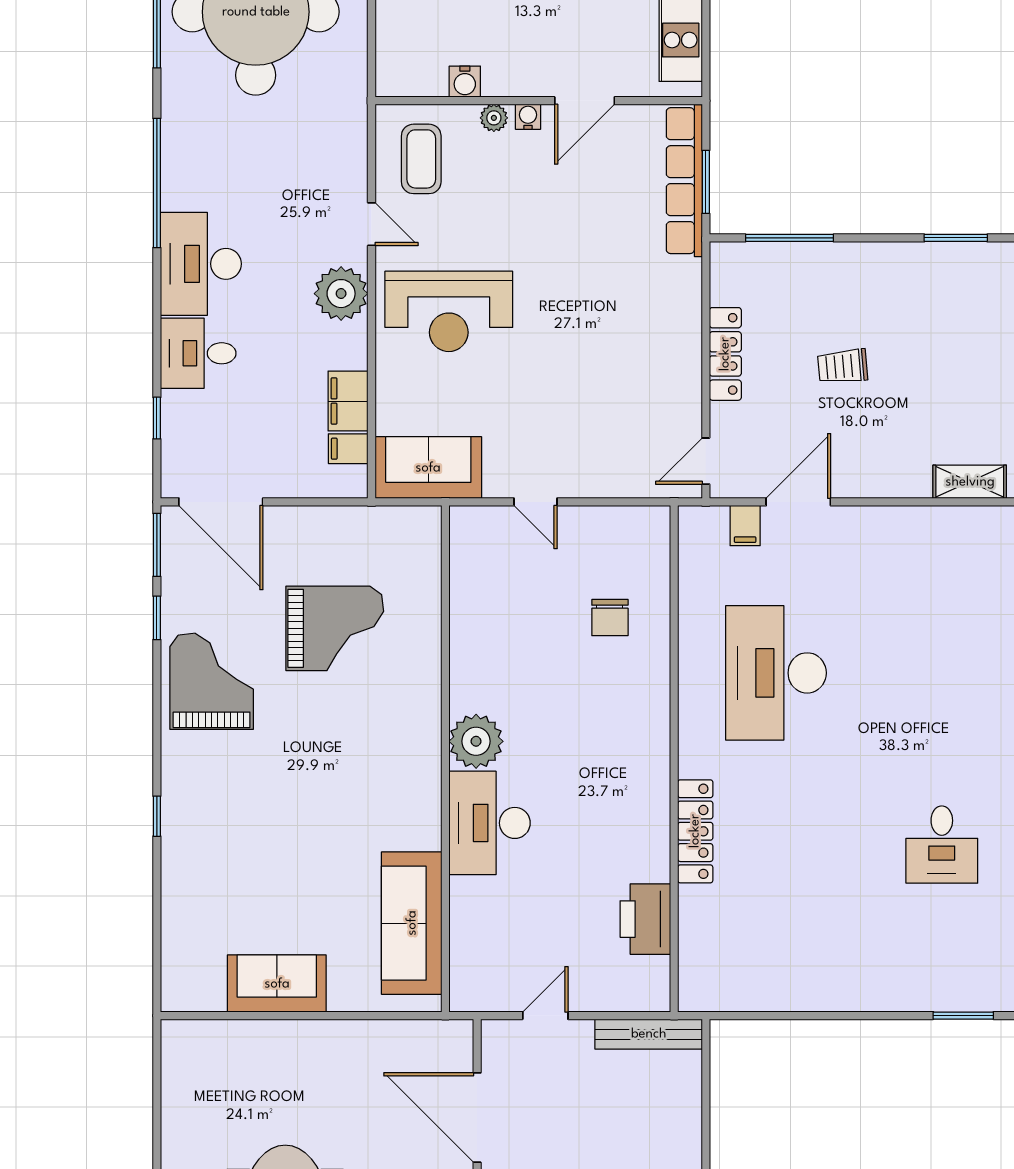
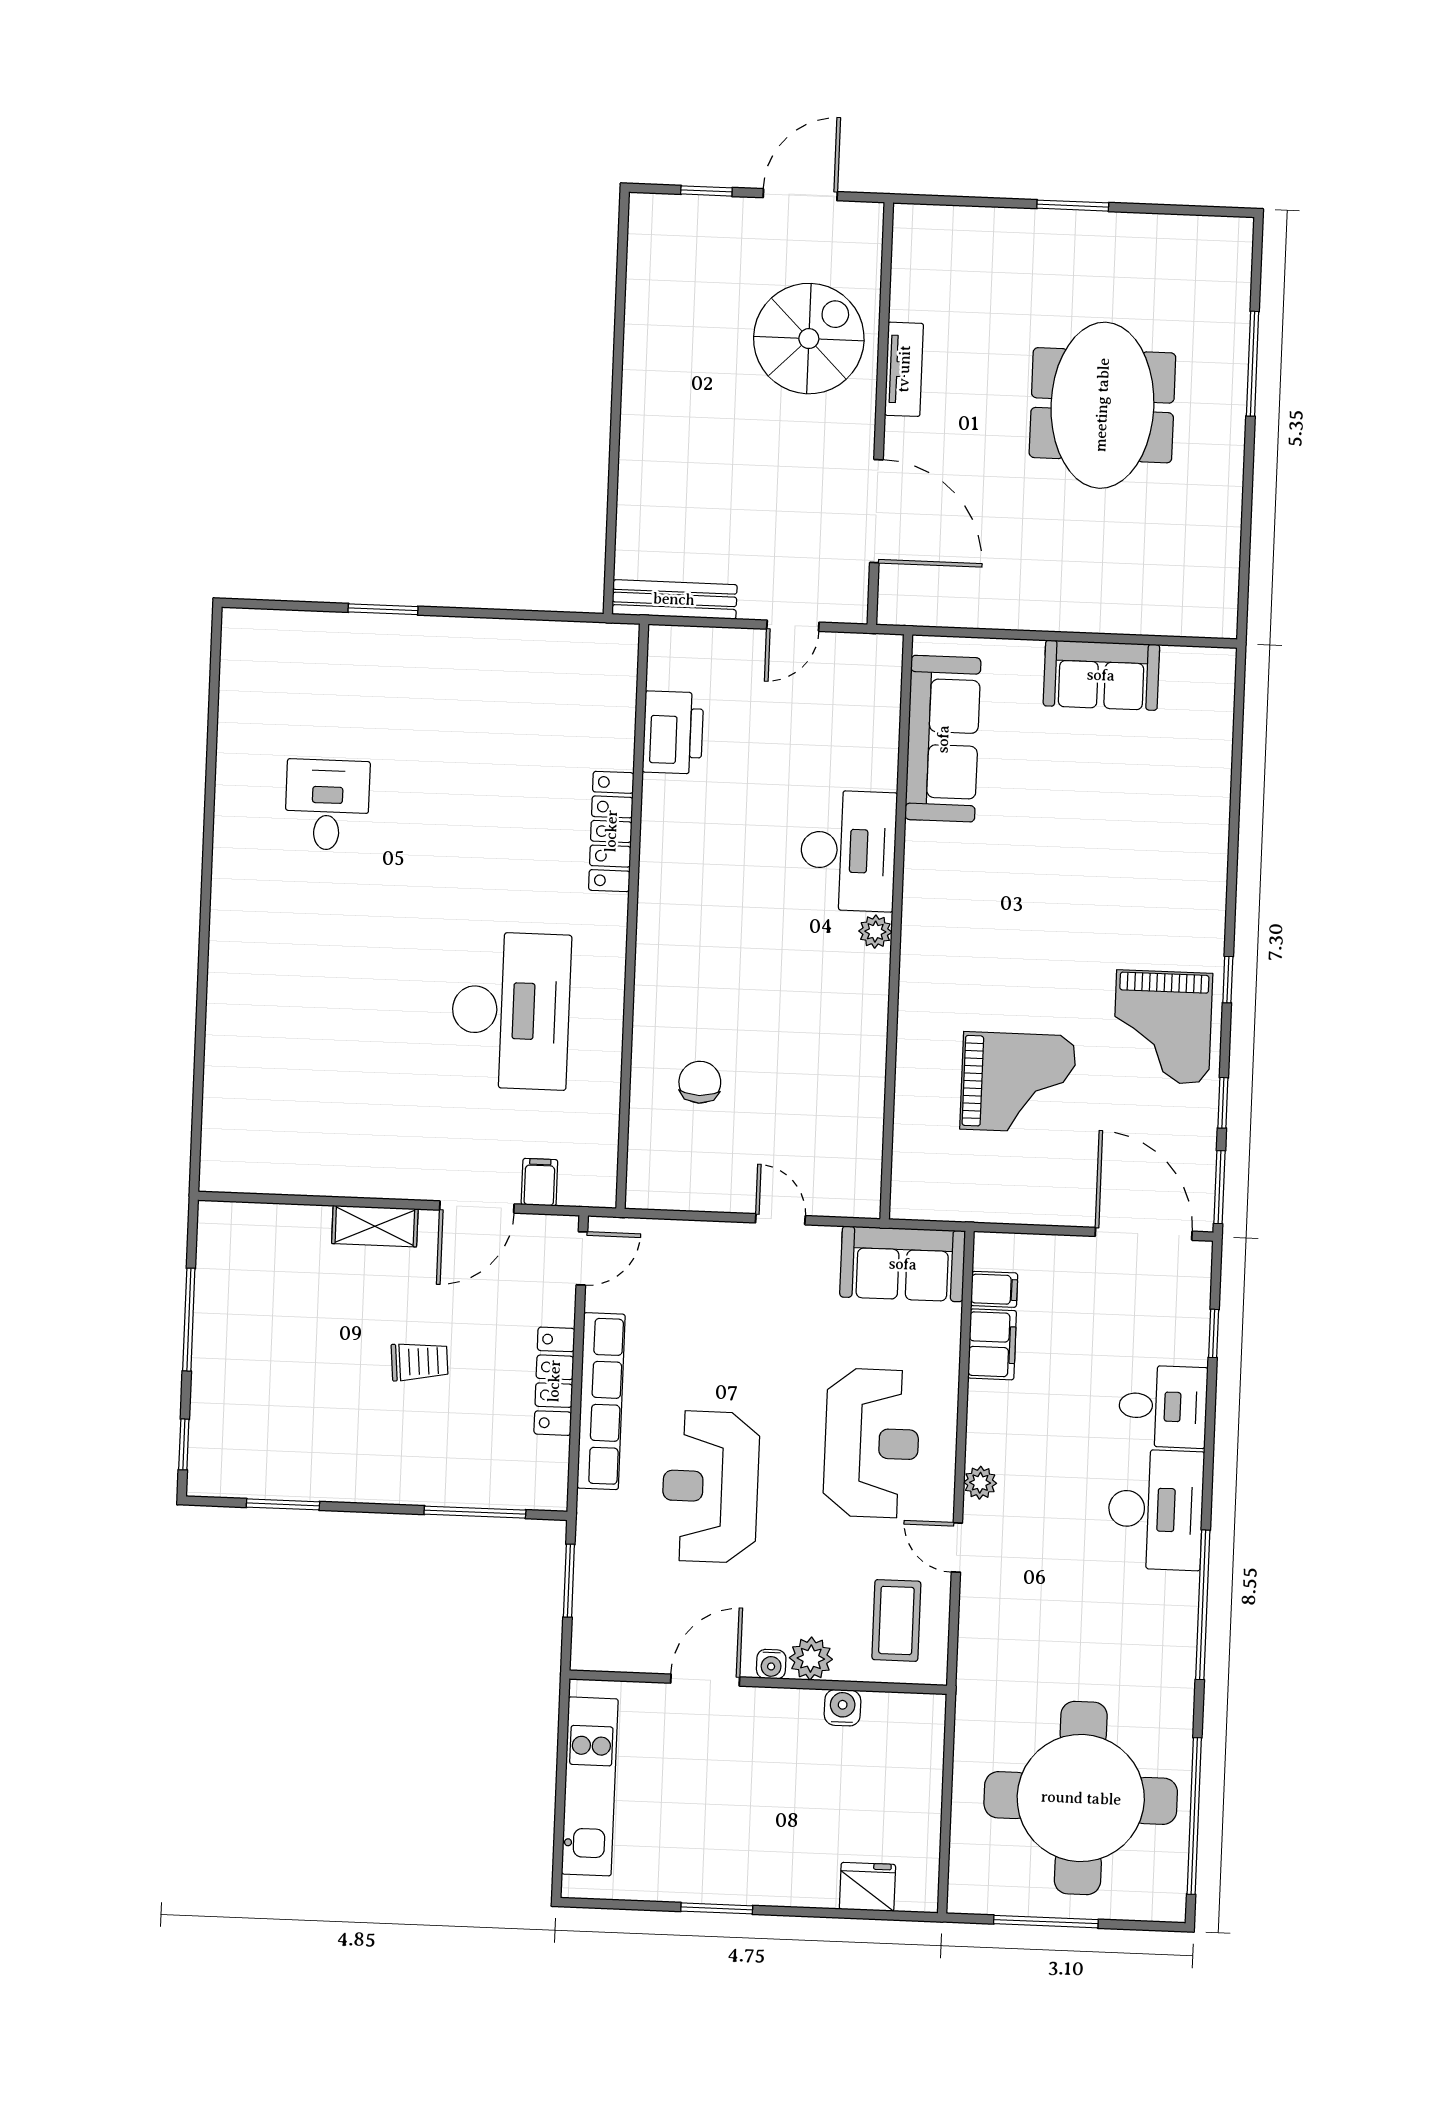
plant: (494, 118) -> (811, 1659), width x1.38, depth x1.38
row of seats: (684, 181) -> (601, 1401), moved
reception desk: (587, 268) -> (710, 1487), added
plant: (341, 294) -> (980, 1483), width x0.53, depth x0.53
reception desk: (449, 311) -> (872, 1443), turned 90
shelving: (970, 482) -> (375, 1226), moved
grand piano: (335, 628) -> (1018, 1082), turned 180
plant: (476, 741) -> (875, 932), width x0.53, depth x0.53
window: (157, 816) -> (1228, 980), moved
window: (963, 1016) -> (383, 609), moved

